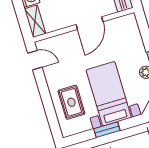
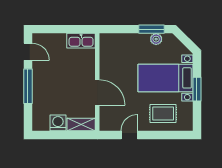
door: (89, 23) -> (97, 92), moved
door: (35, 60) -> (129, 135), moved

